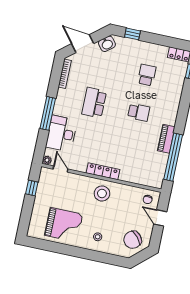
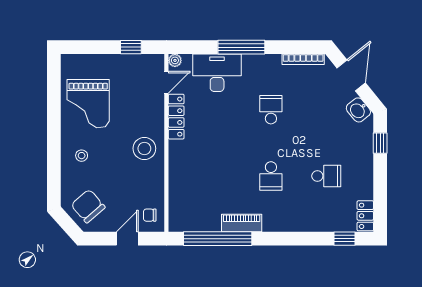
school desk: (94, 103) -> (271, 110), width x0.54
locker: (103, 171) -> (176, 117), moved

